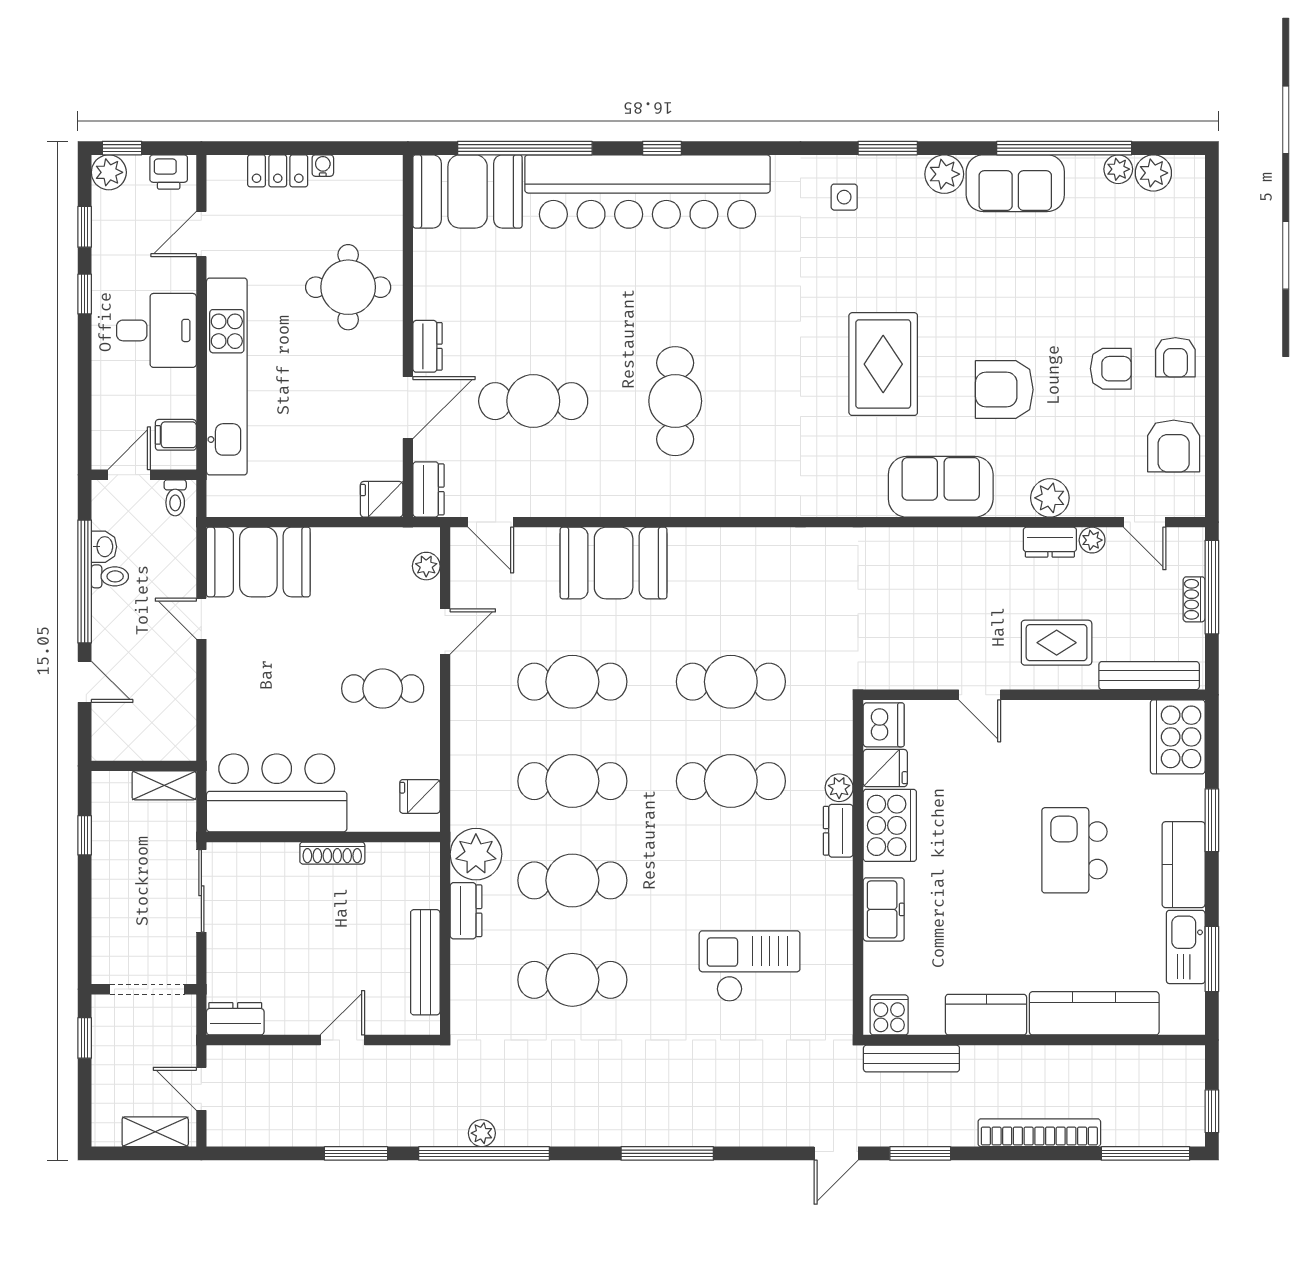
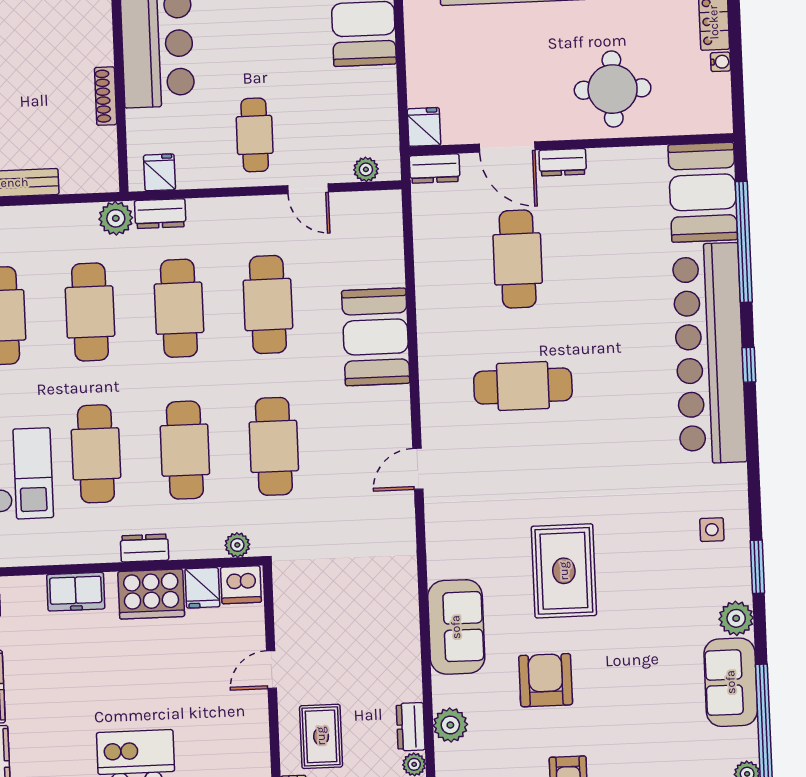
rug: (883, 364) -> (564, 571), turned 90
door: (491, 522) -> (418, 469), moved
plant: (839, 788) -> (237, 545), moved
plant: (476, 854) -> (116, 218), width x0.73, depth x0.73
cafe table: (731, 880) -> (96, 454), added
dresser: (466, 911) -> (160, 214), moved

